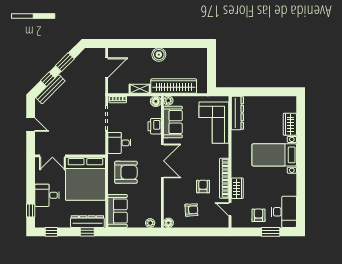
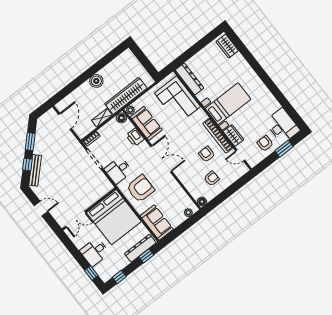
wardrobe: (290, 124) -> (227, 46), moved
bed with nightstands: (274, 155) -> (228, 104), moved, turned 180

